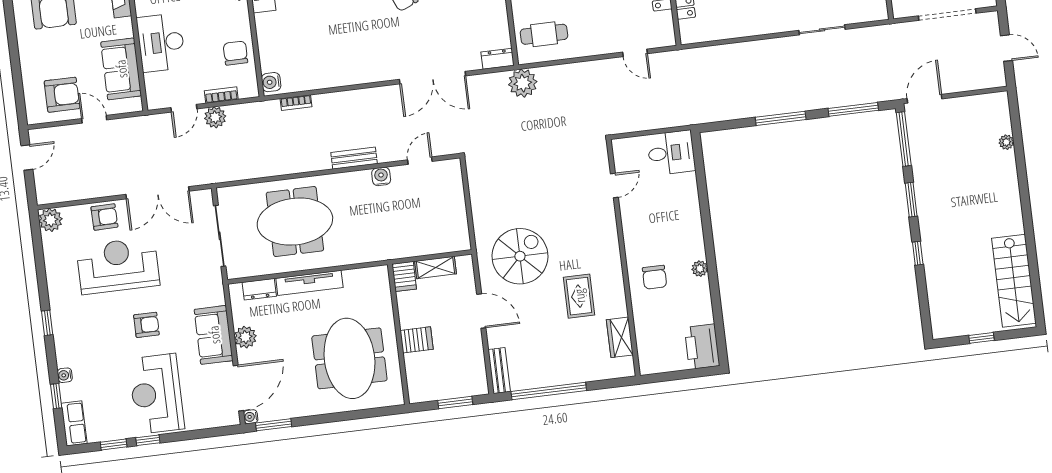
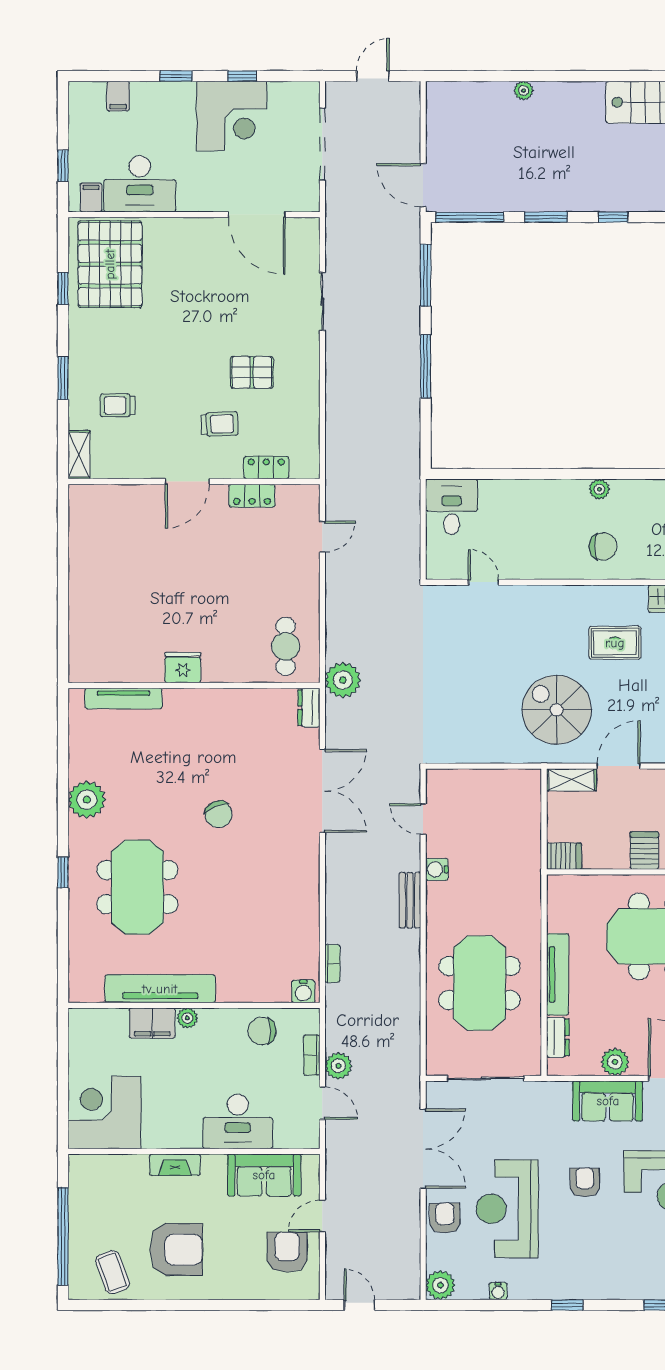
plant: (1006, 142) -> (524, 91), moved
shelving: (435, 267) -> (571, 780), moved, turned 90
water cooler: (65, 375) -> (498, 1291), moved

